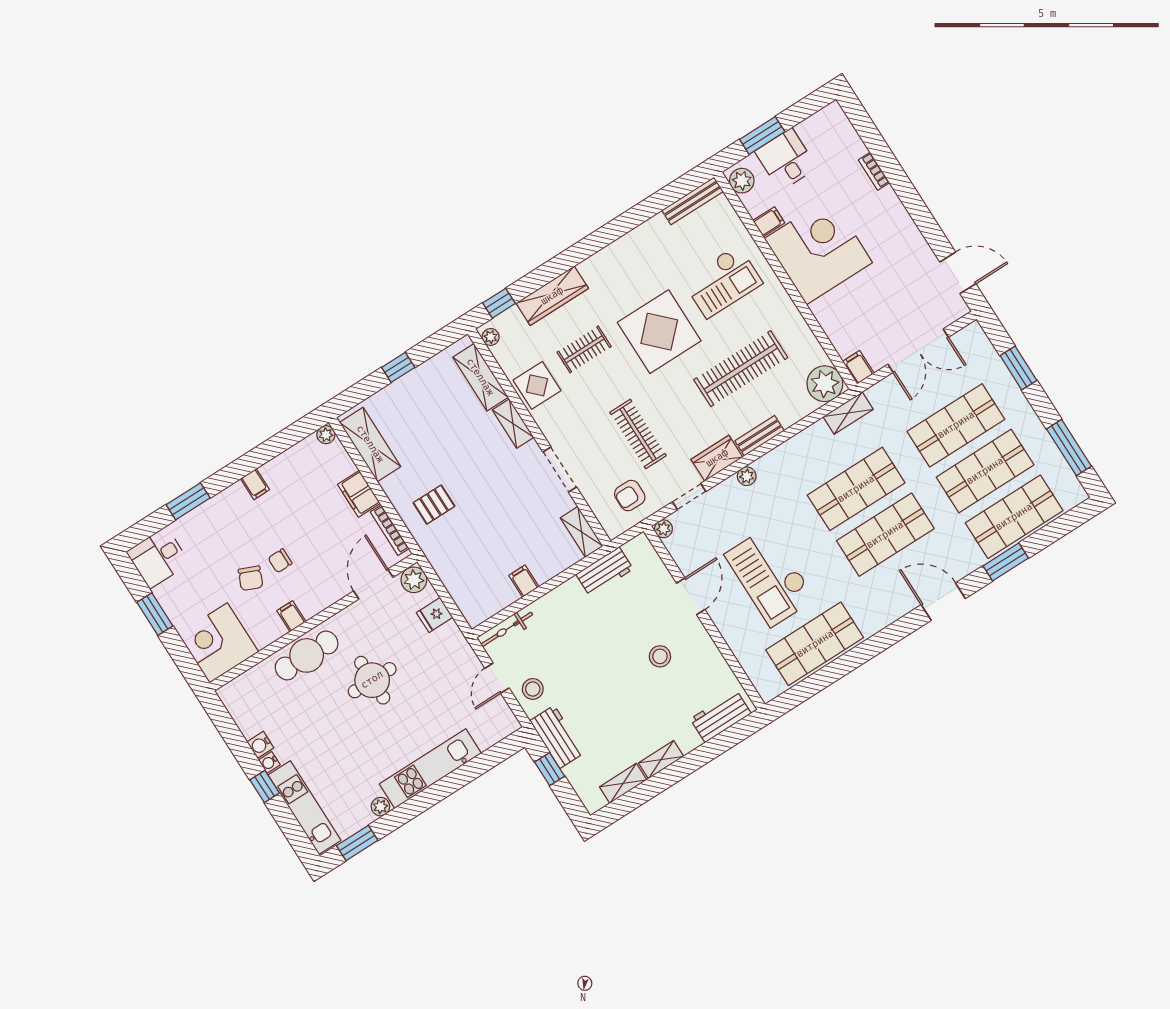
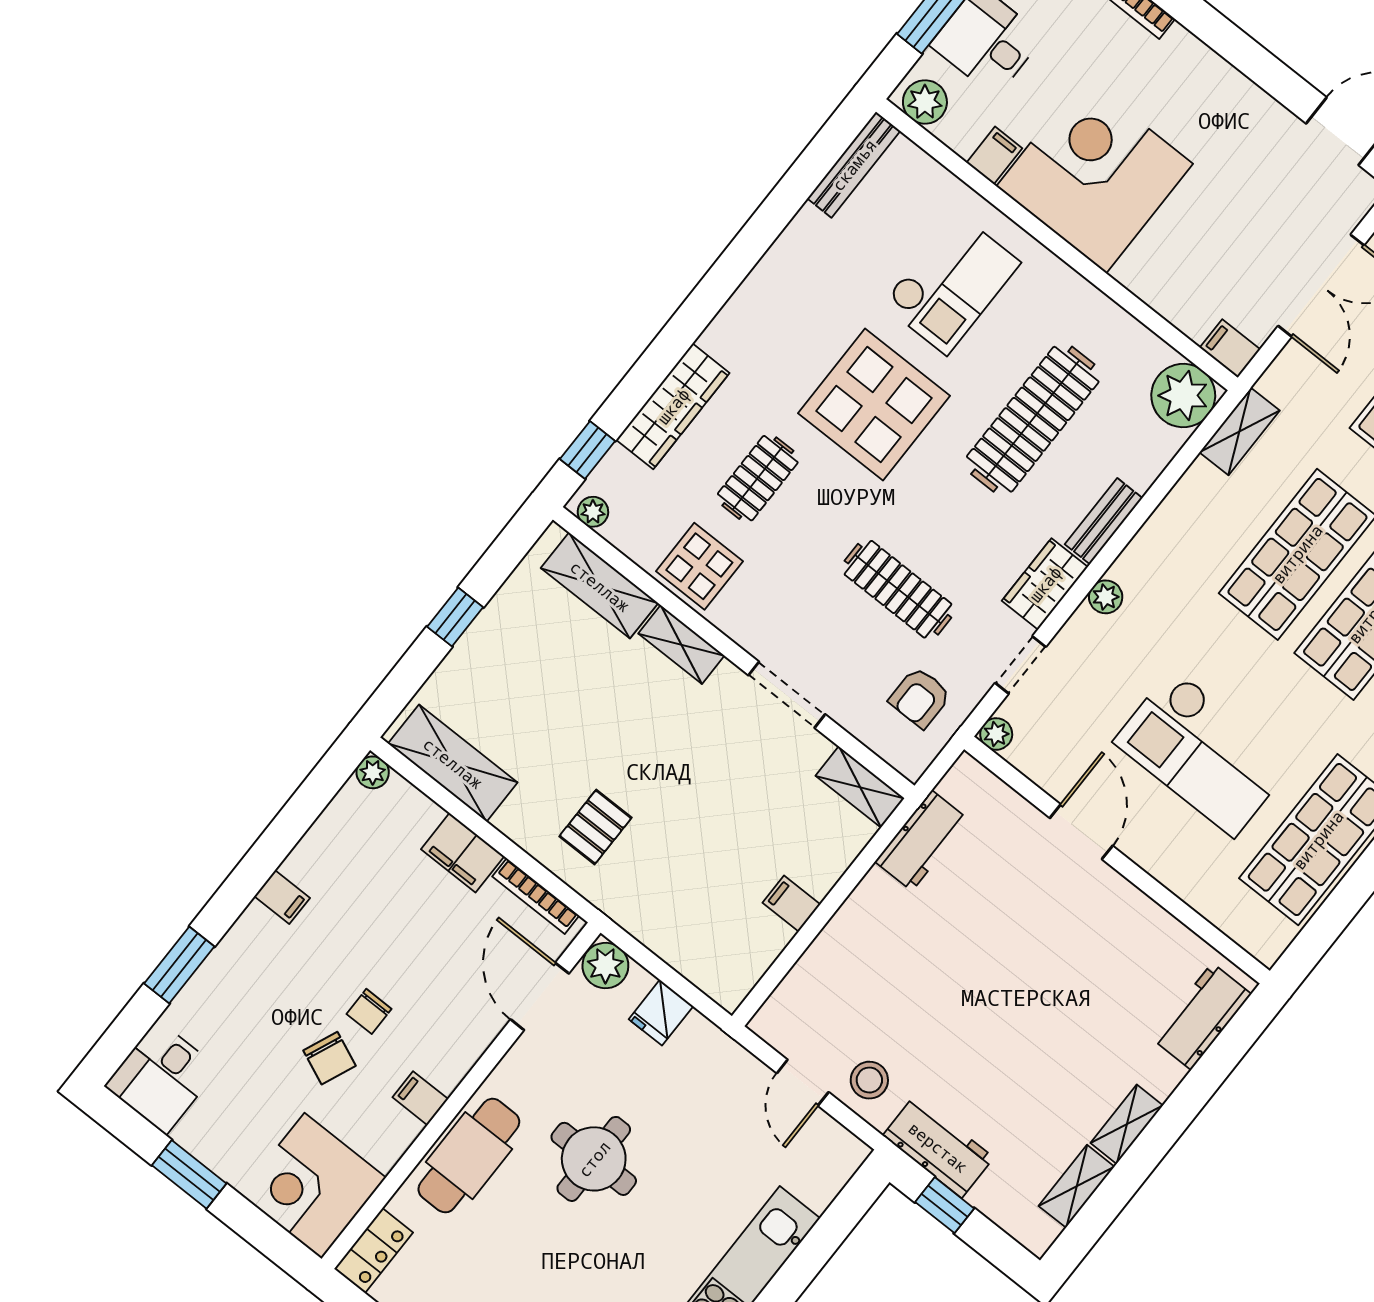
bicycle: (507, 629) -> (791, 995), removed
stool: (660, 656) -> (1065, 951), removed
locker: (239, 688) -> (374, 1251), added

